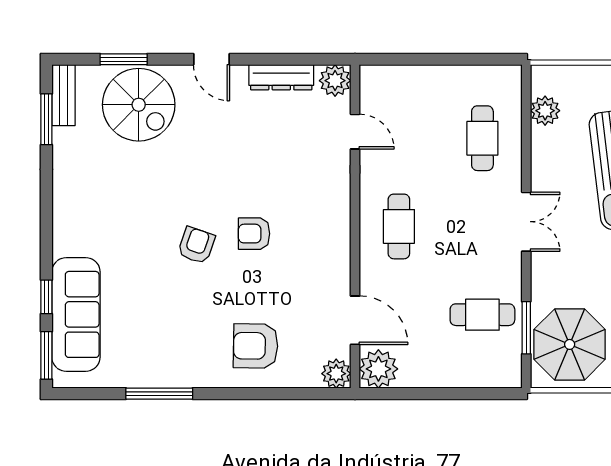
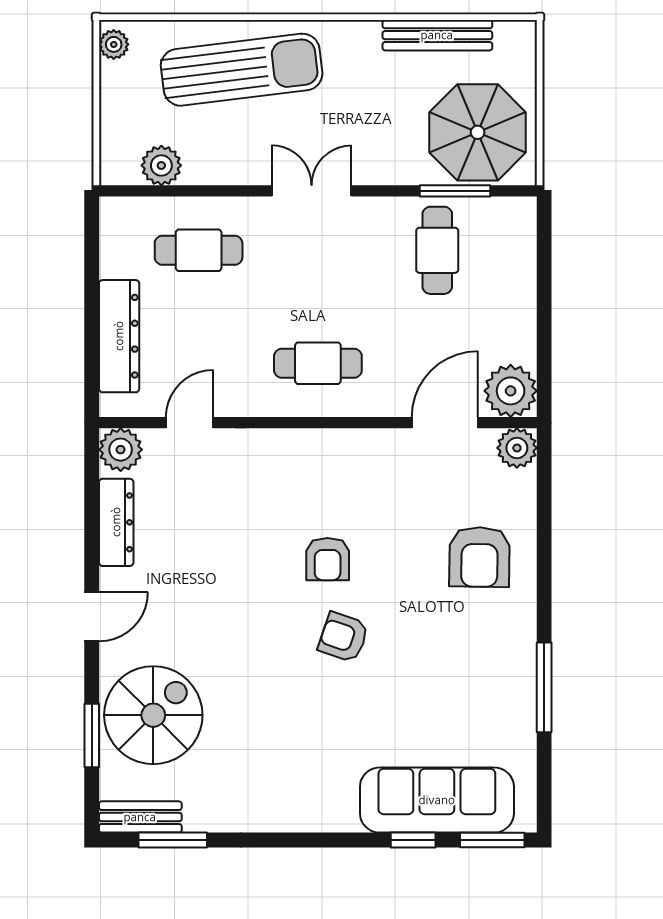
dresser: (419, 79) -> (119, 336), added

